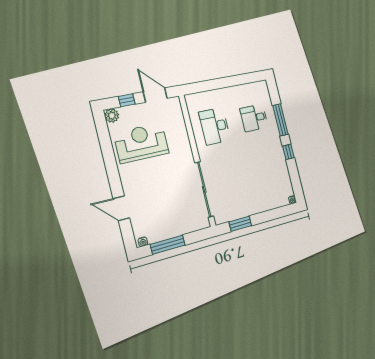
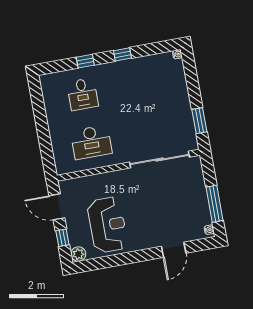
door: (155, 95) -> (57, 207), hinge flipped
window: (280, 120) -> (85, 61), width x0.46
reception desk: (141, 143) -> (107, 225), turned 180

